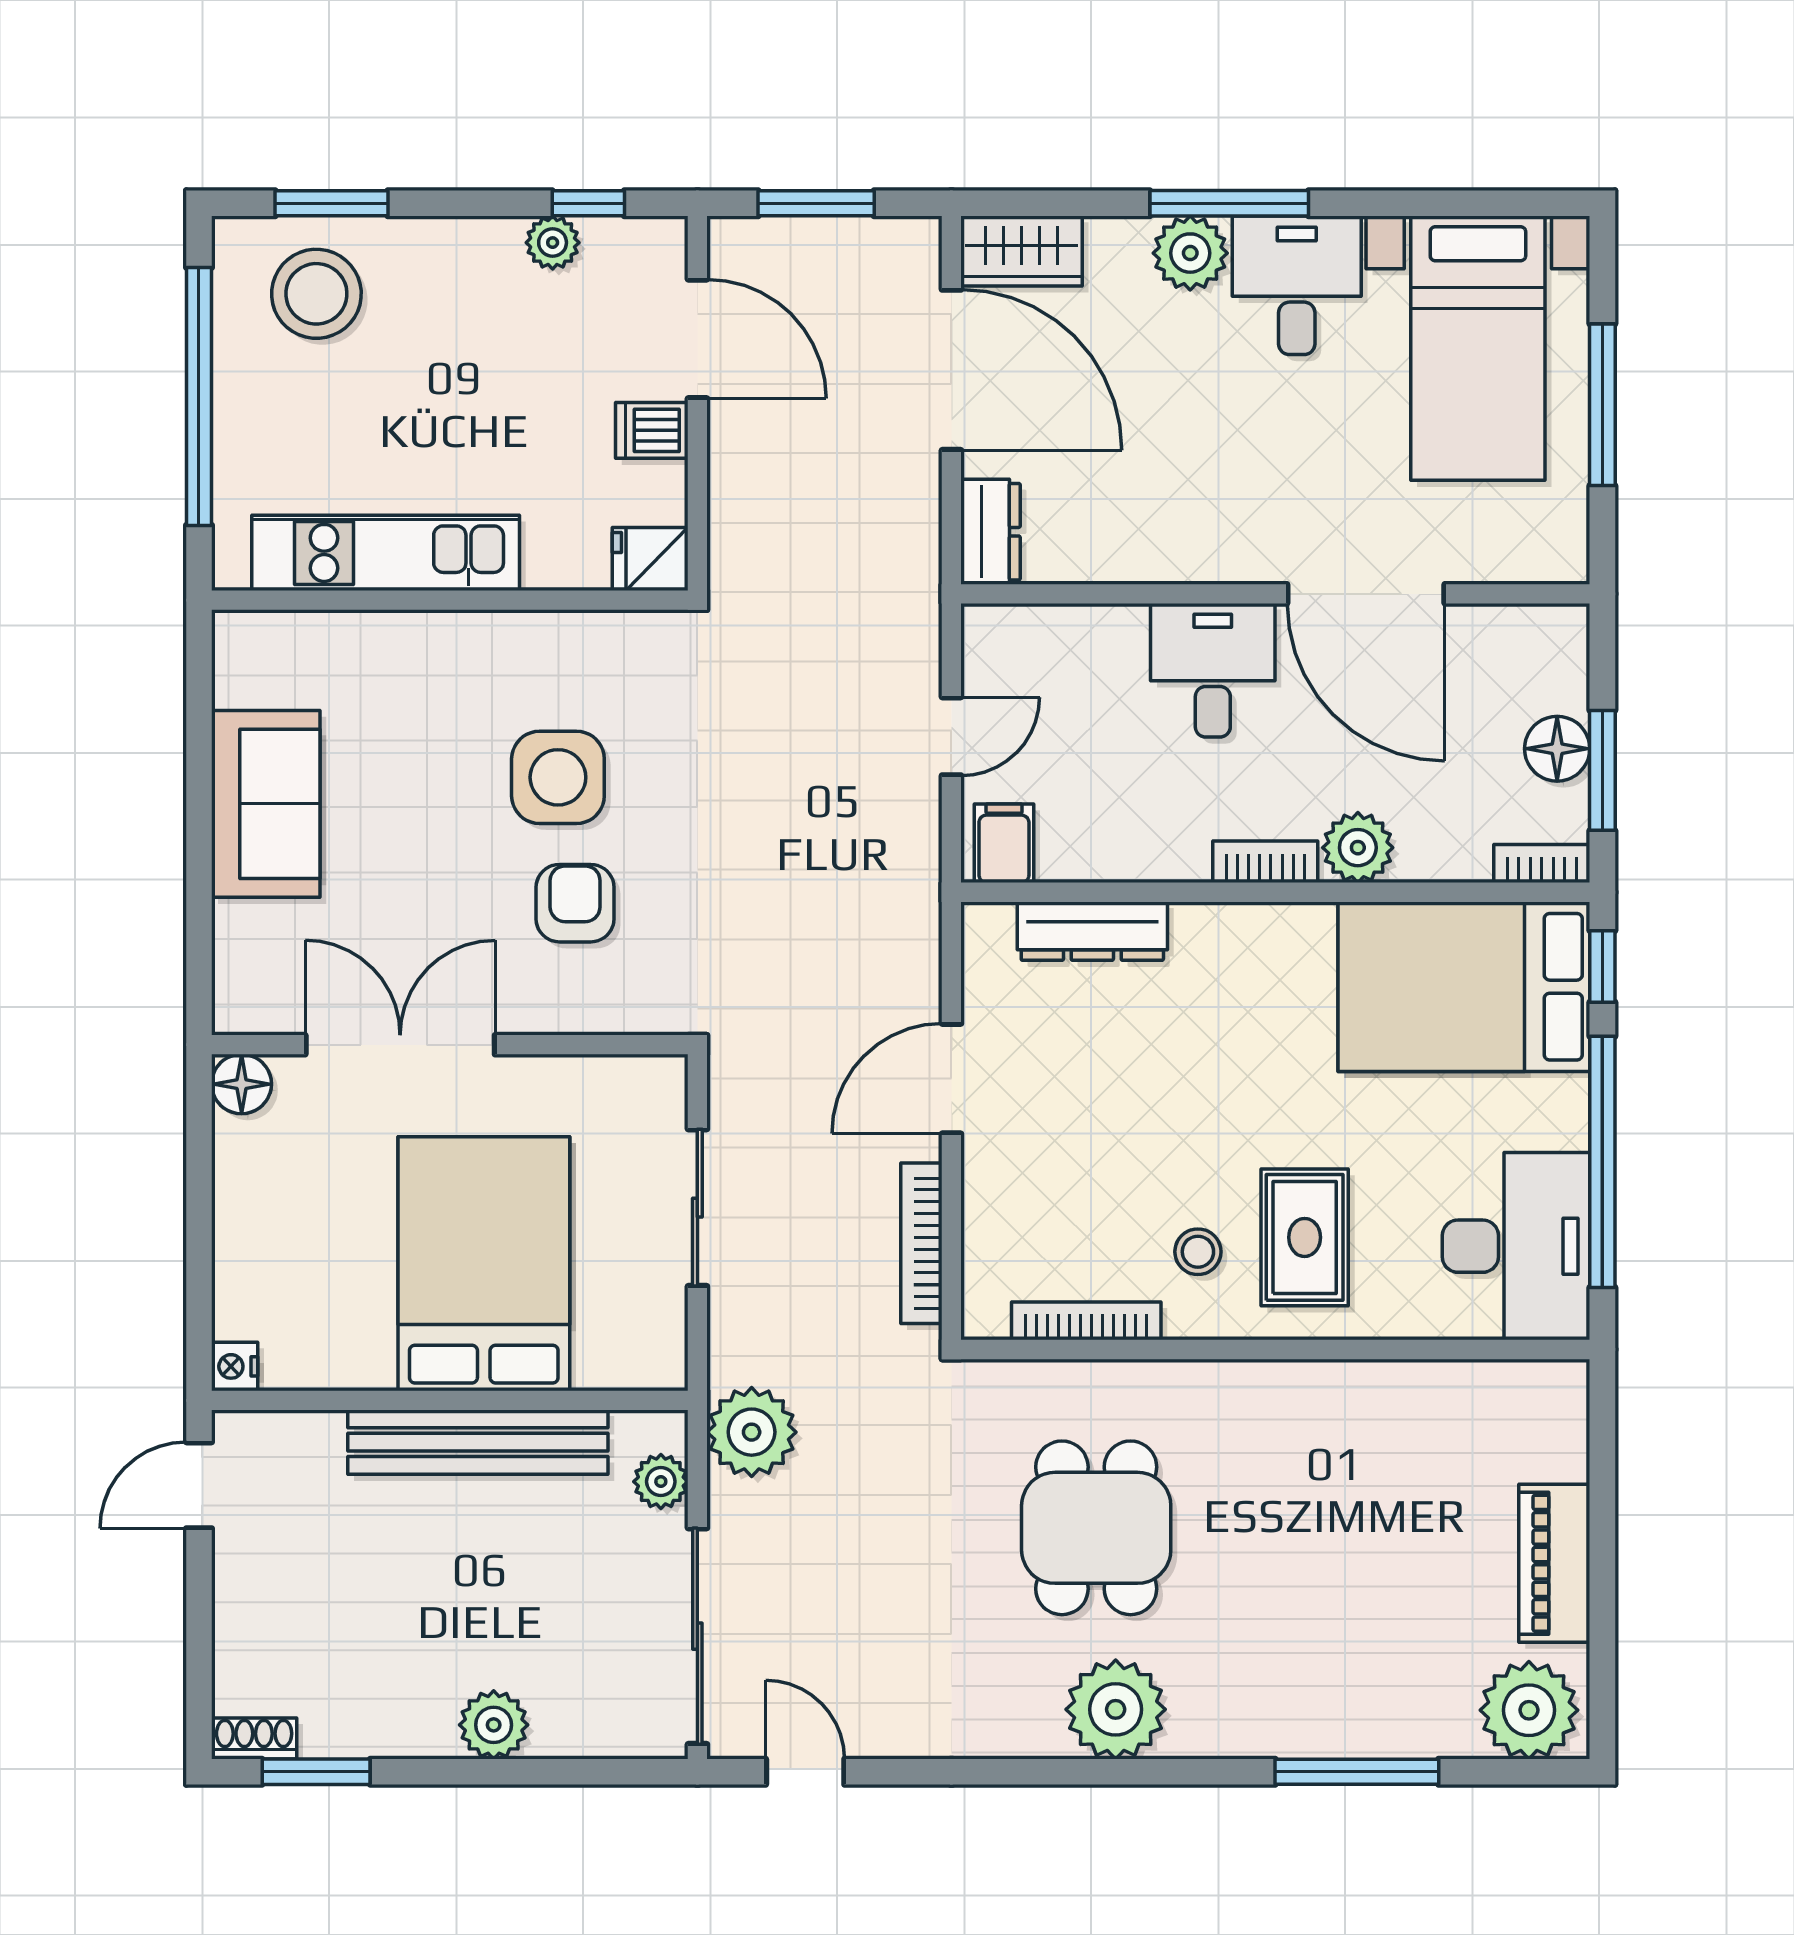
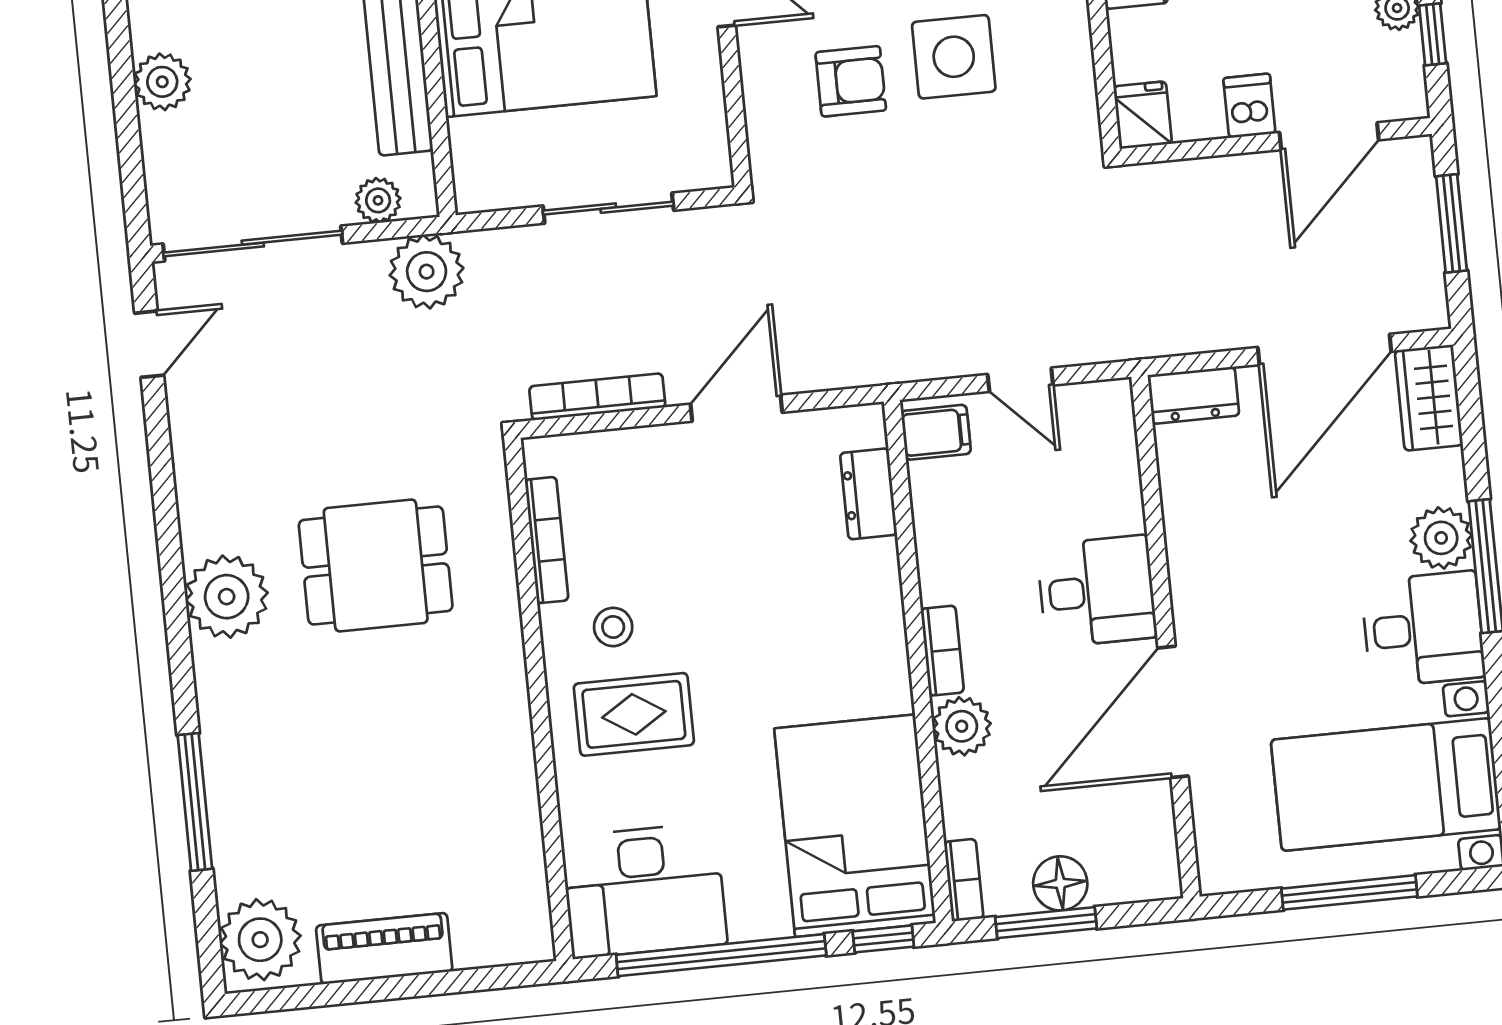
dresser: (1092, 931) -> (869, 494), width x0.70
door: (951, 1079) -> (736, 408), hinge flipped

